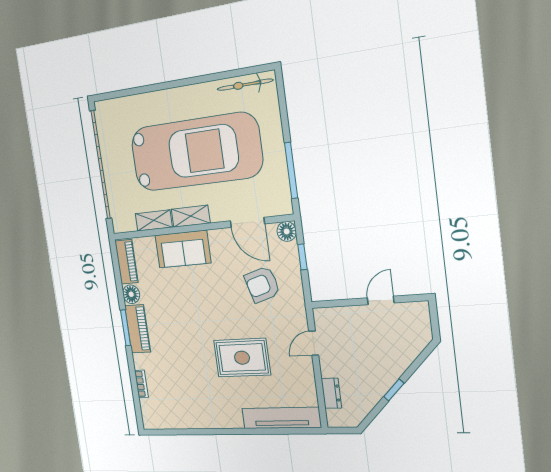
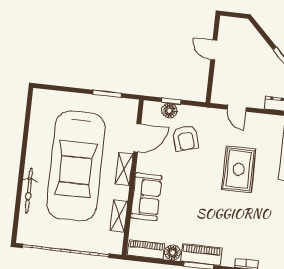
bicycle: (245, 85) -> (29, 191), moved
car: (196, 152) -> (76, 166), turned 180
window: (291, 170) -> (107, 94), width x0.69
shelving: (191, 216) -> (124, 169), moved
floor lamp: (287, 231) -> (169, 111), moved

